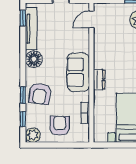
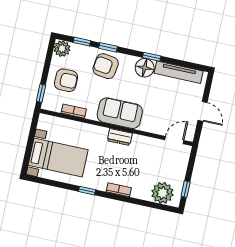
window: (23, 18) -> (152, 57), moved
door: (91, 19) -> (174, 140), hinge flipped
dresser: (99, 80) -> (120, 137), moved
window: (76, 145) -> (41, 93), added

